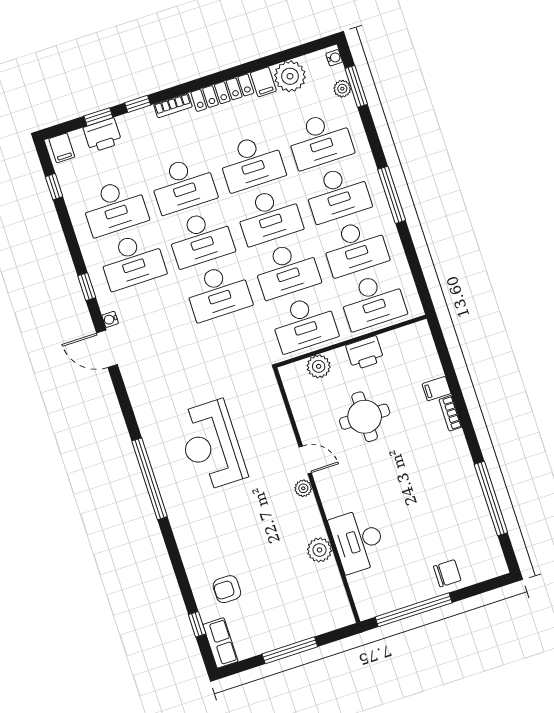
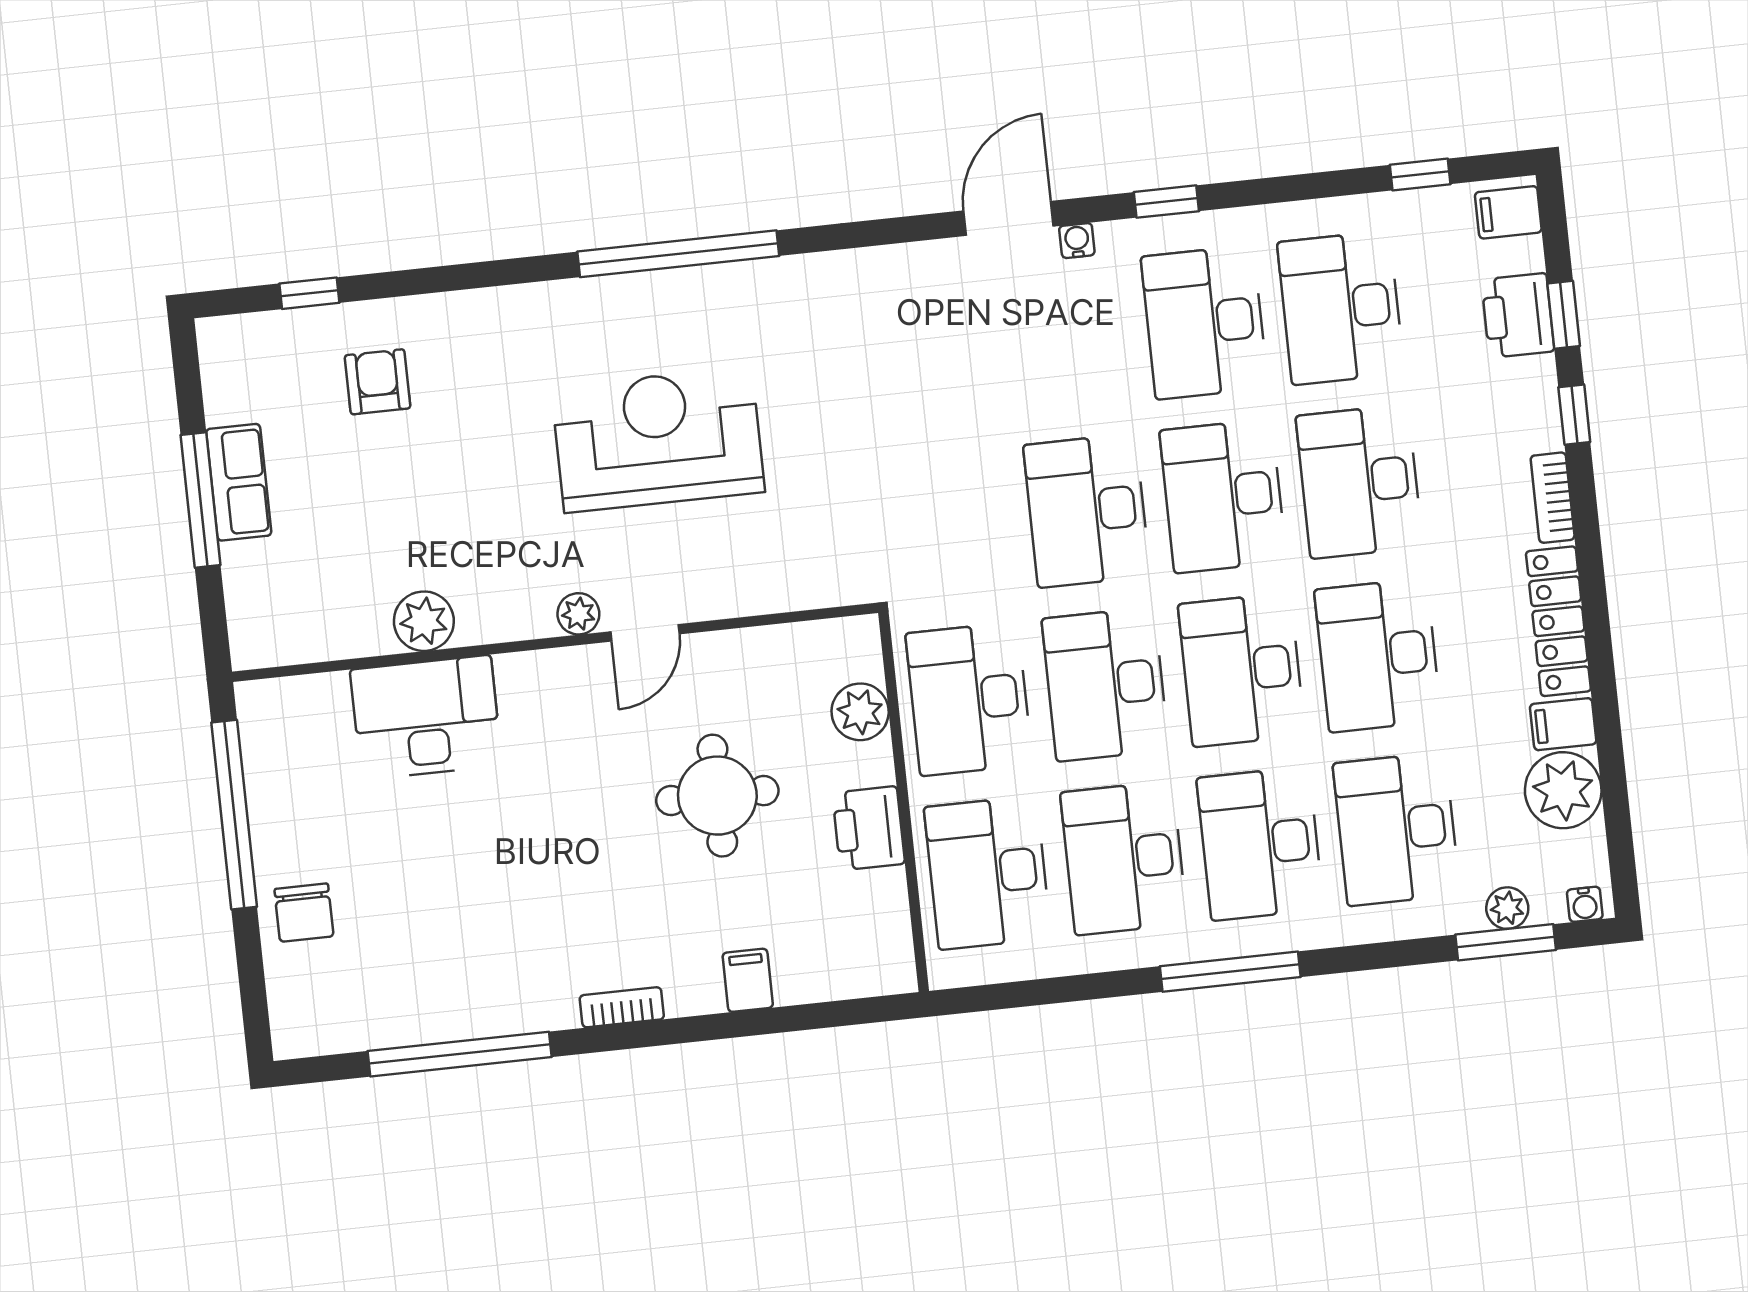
bookcase: (450, 413) -> (622, 1007), moved
reception desk: (211, 445) -> (658, 440), moved
row of seats: (220, 643) -> (239, 482), moved, turned -90

